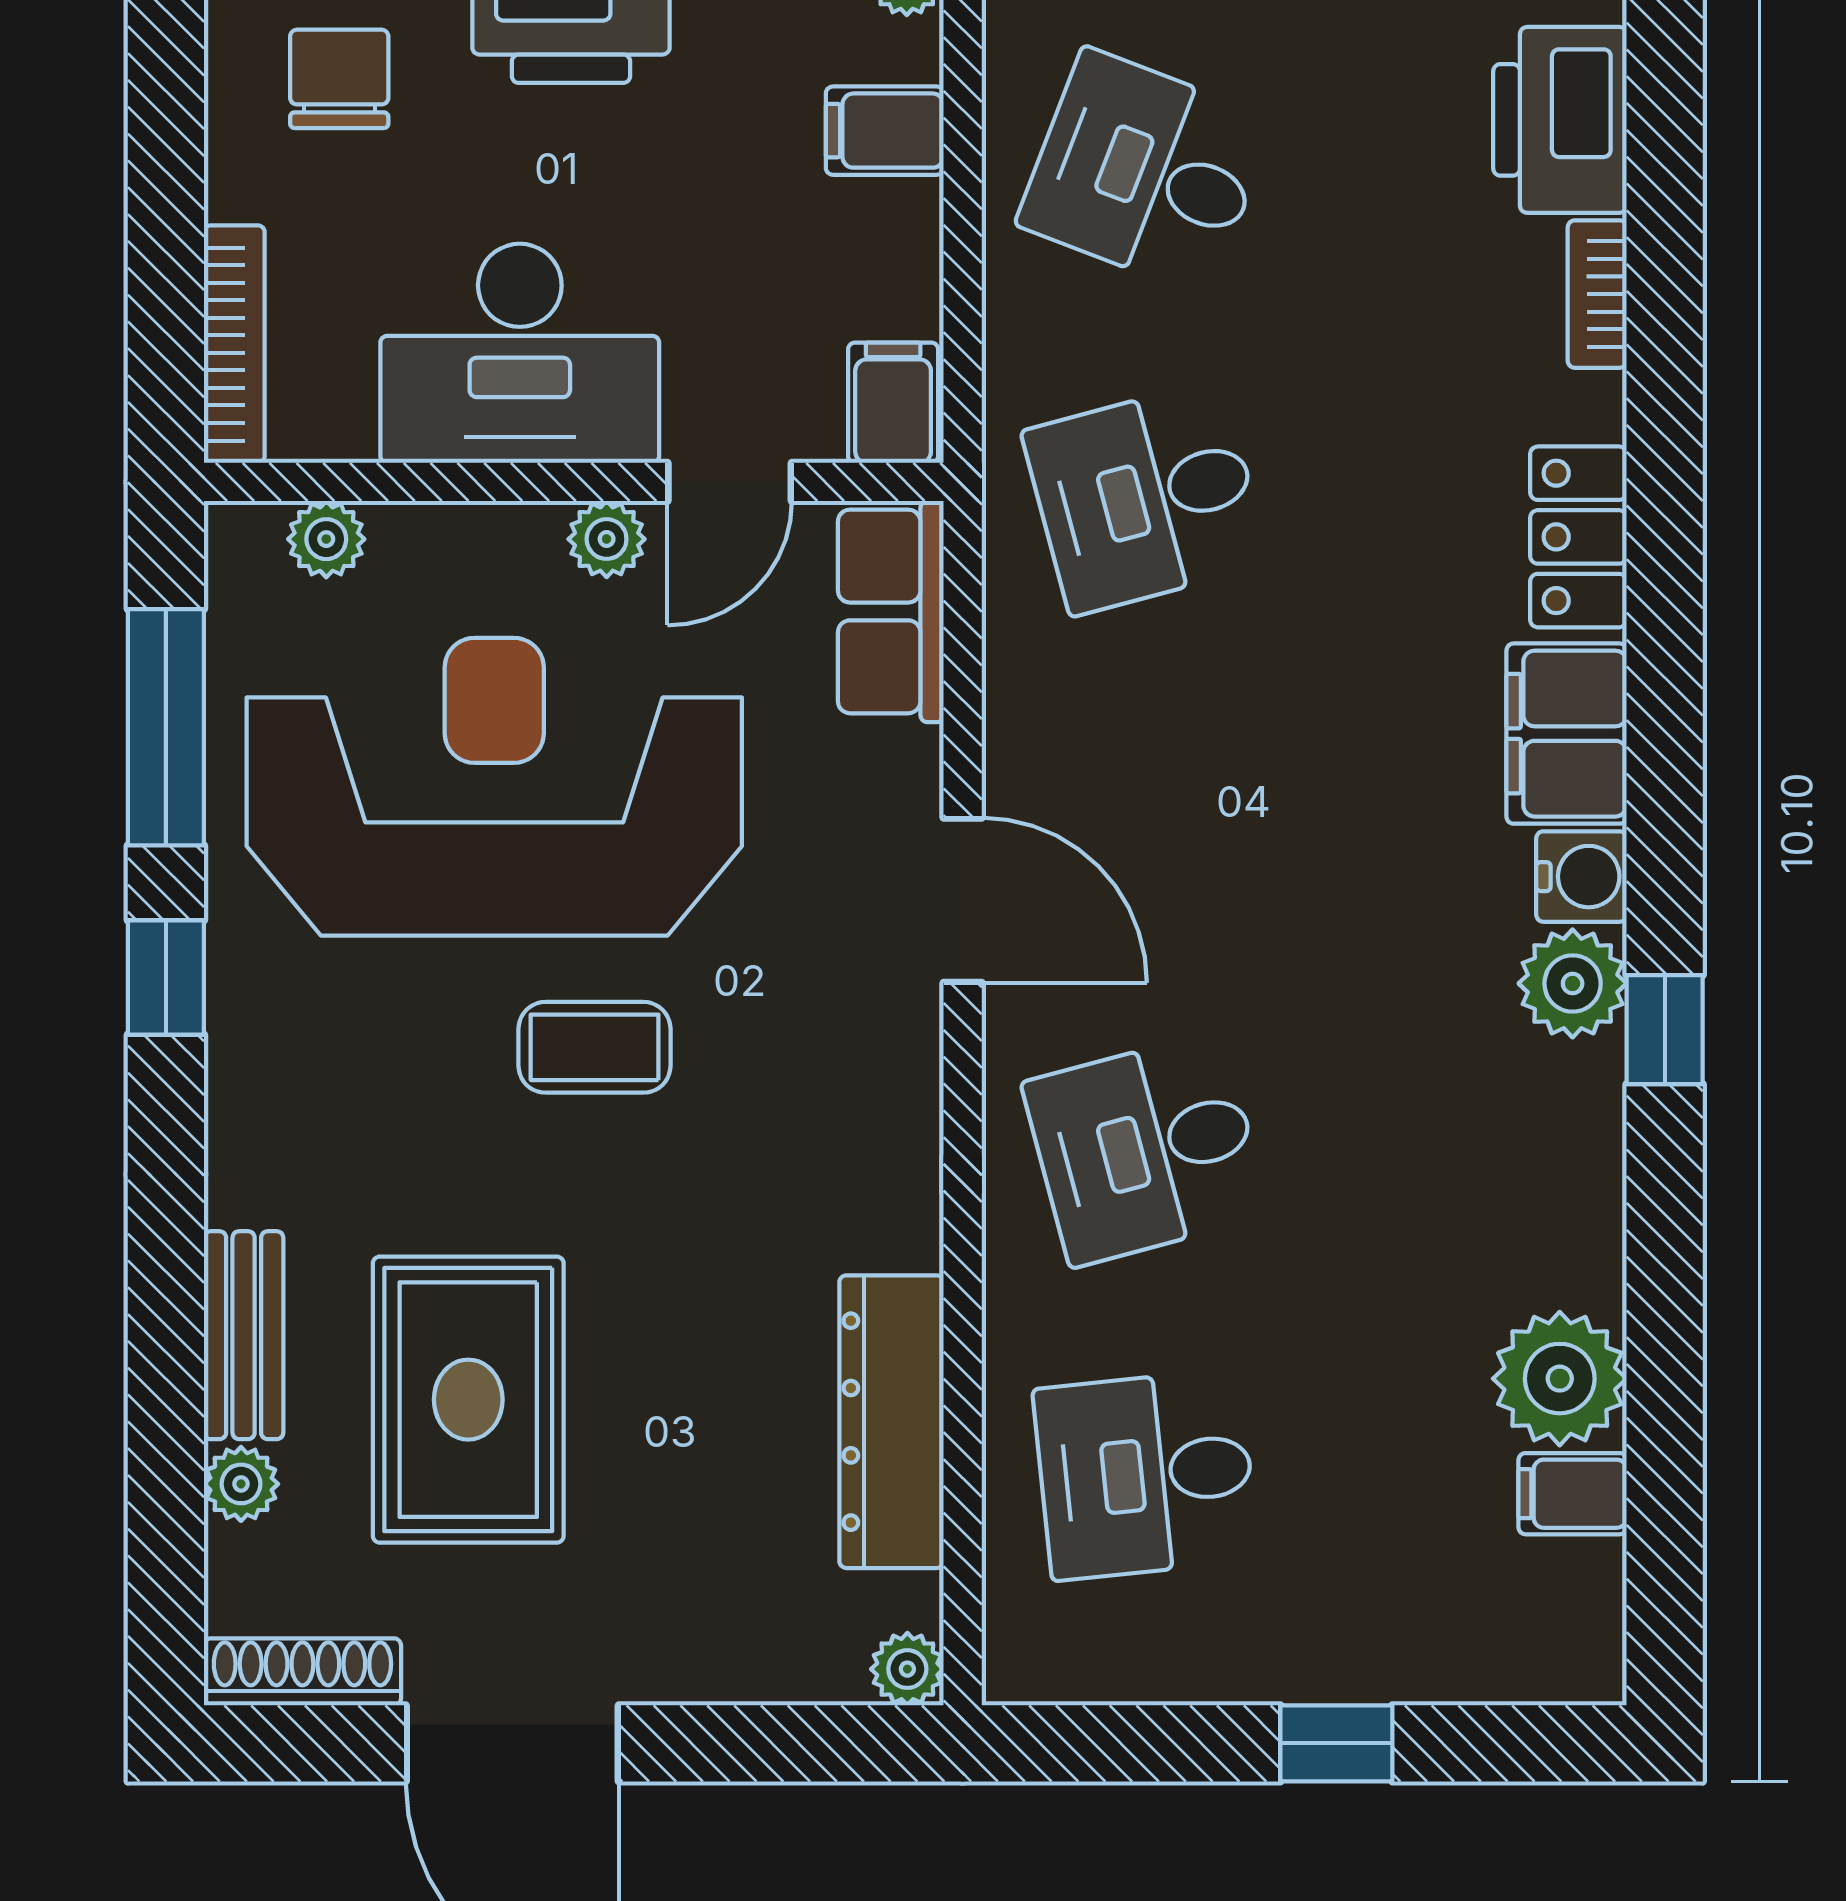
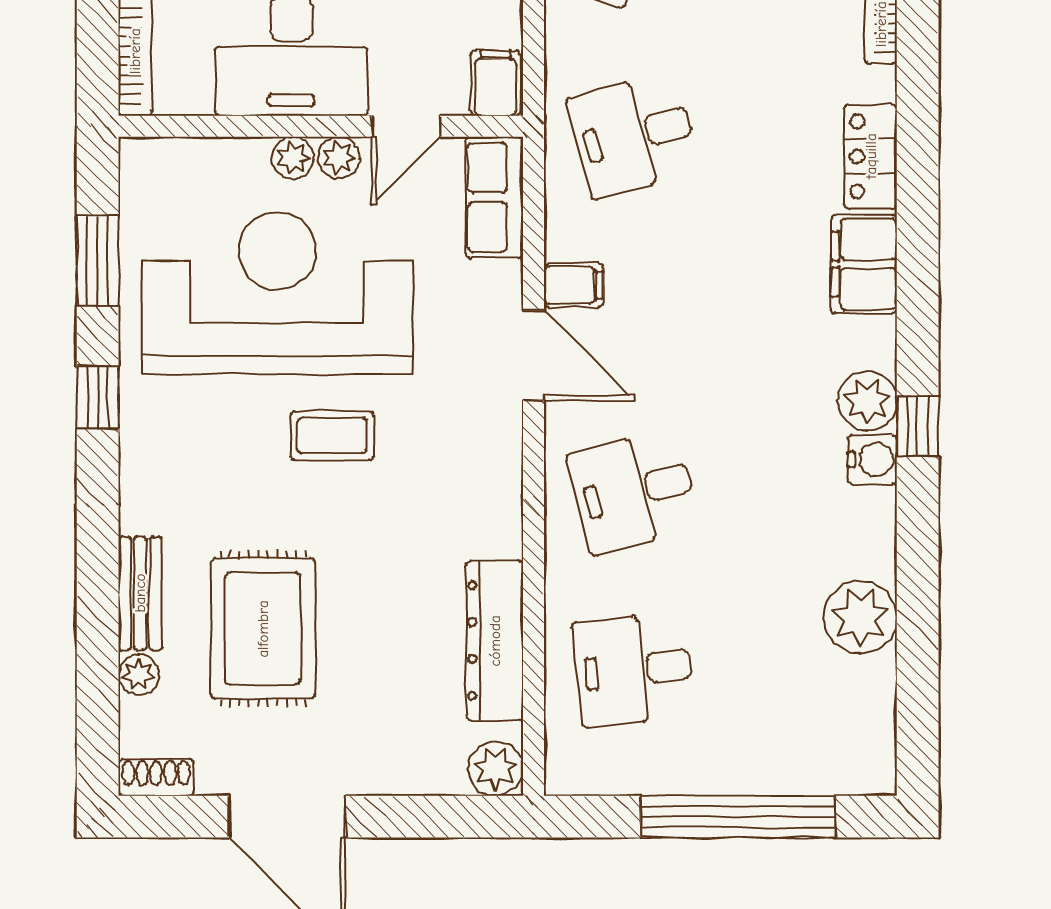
plant: (326, 539) -> (293, 158), moved
window: (166, 727) -> (98, 261), width x0.69
water cooler: (1581, 877) -> (872, 459), moved
filing cabinet: (1573, 1494) -> (574, 285), moved, turned 180
plant: (907, 1669) -> (496, 769), width x1.38, depth x1.38
shoe rack: (302, 1672) -> (156, 778), width x0.70
window: (1336, 1743) -> (738, 817), width x3.17

